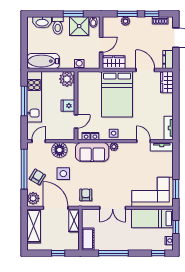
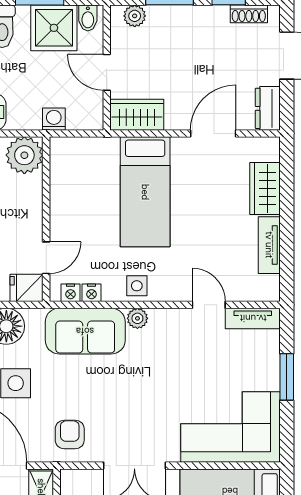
plant: (125, 21) -> (135, 16), moved
door: (101, 45) -> (107, 72), swing flipped
door: (145, 70) -> (213, 134), hinge flipped
wardrobe: (167, 82) -> (265, 188), moved
bed: (117, 94) -> (145, 192), width x0.67
fridge: (68, 106) -> (27, 288), moved
tv unit: (169, 128) -> (269, 245), moved
window: (176, 189) -> (287, 377), moved

